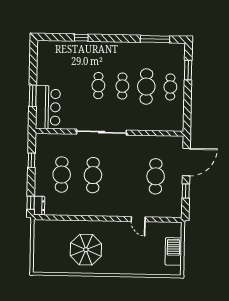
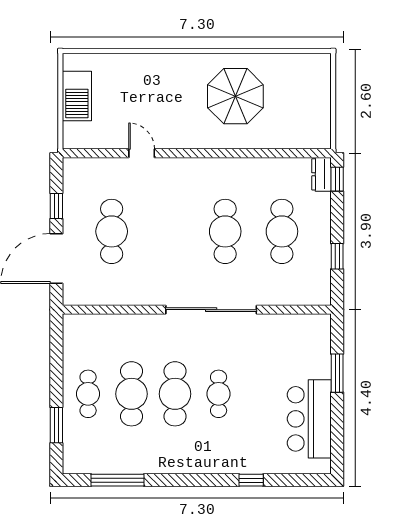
cafe table: (122, 86) -> (175, 394), width x1.37, depth x1.35
bar counter: (48, 107) -> (309, 419), moved

